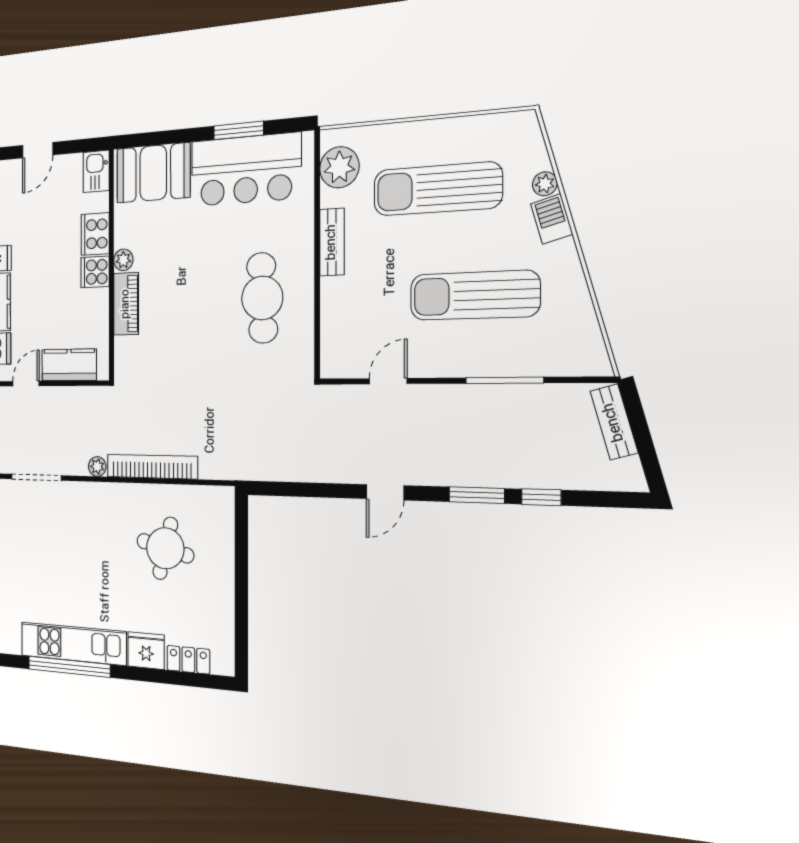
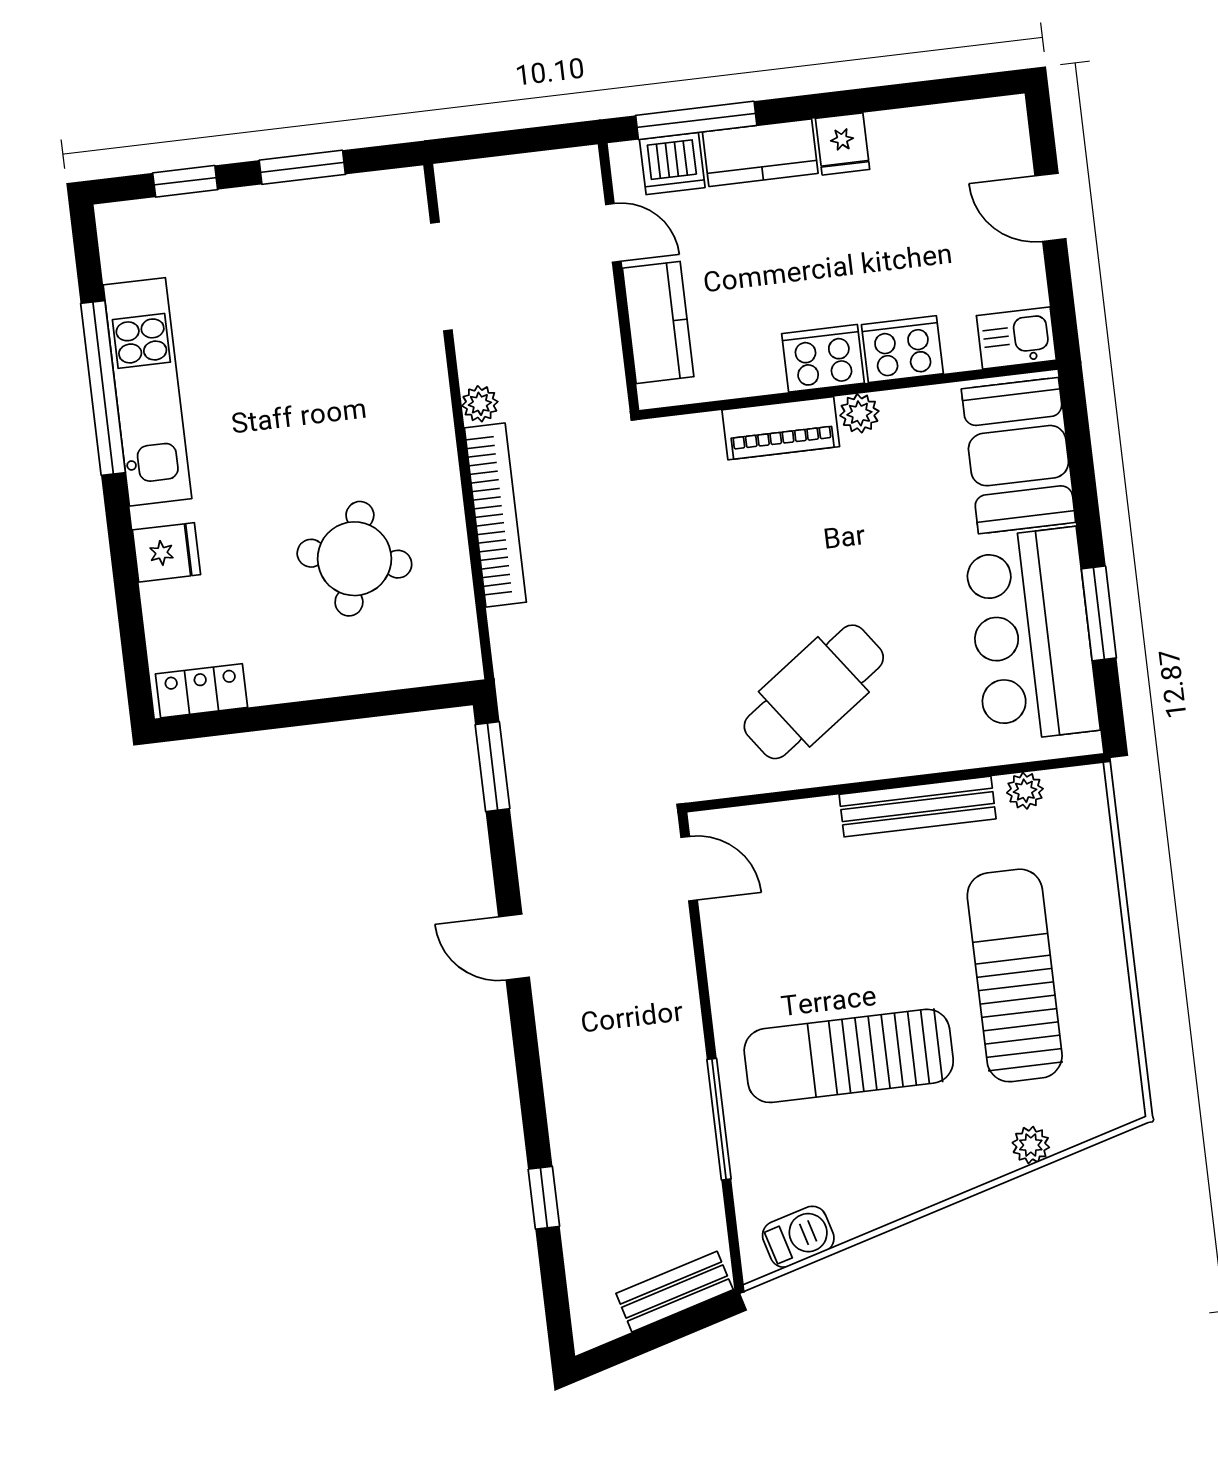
plant: (339, 167) -> (1025, 791), width x0.53, depth x0.53
barbecue: (552, 219) -> (798, 1237), moved
bench: (332, 242) -> (918, 807), width x1.36
cooker: (95, 272) -> (823, 358), width x1.36
sun lounger: (474, 295) -> (849, 1056), turned -90
cafe table: (262, 298) -> (814, 692), turned -34
door: (388, 381) -> (689, 869), moved
window: (477, 495) -> (493, 767), moved
fridge: (146, 651) -> (166, 552), width x0.72
locker: (188, 660) -> (201, 691), moved, turned -90

